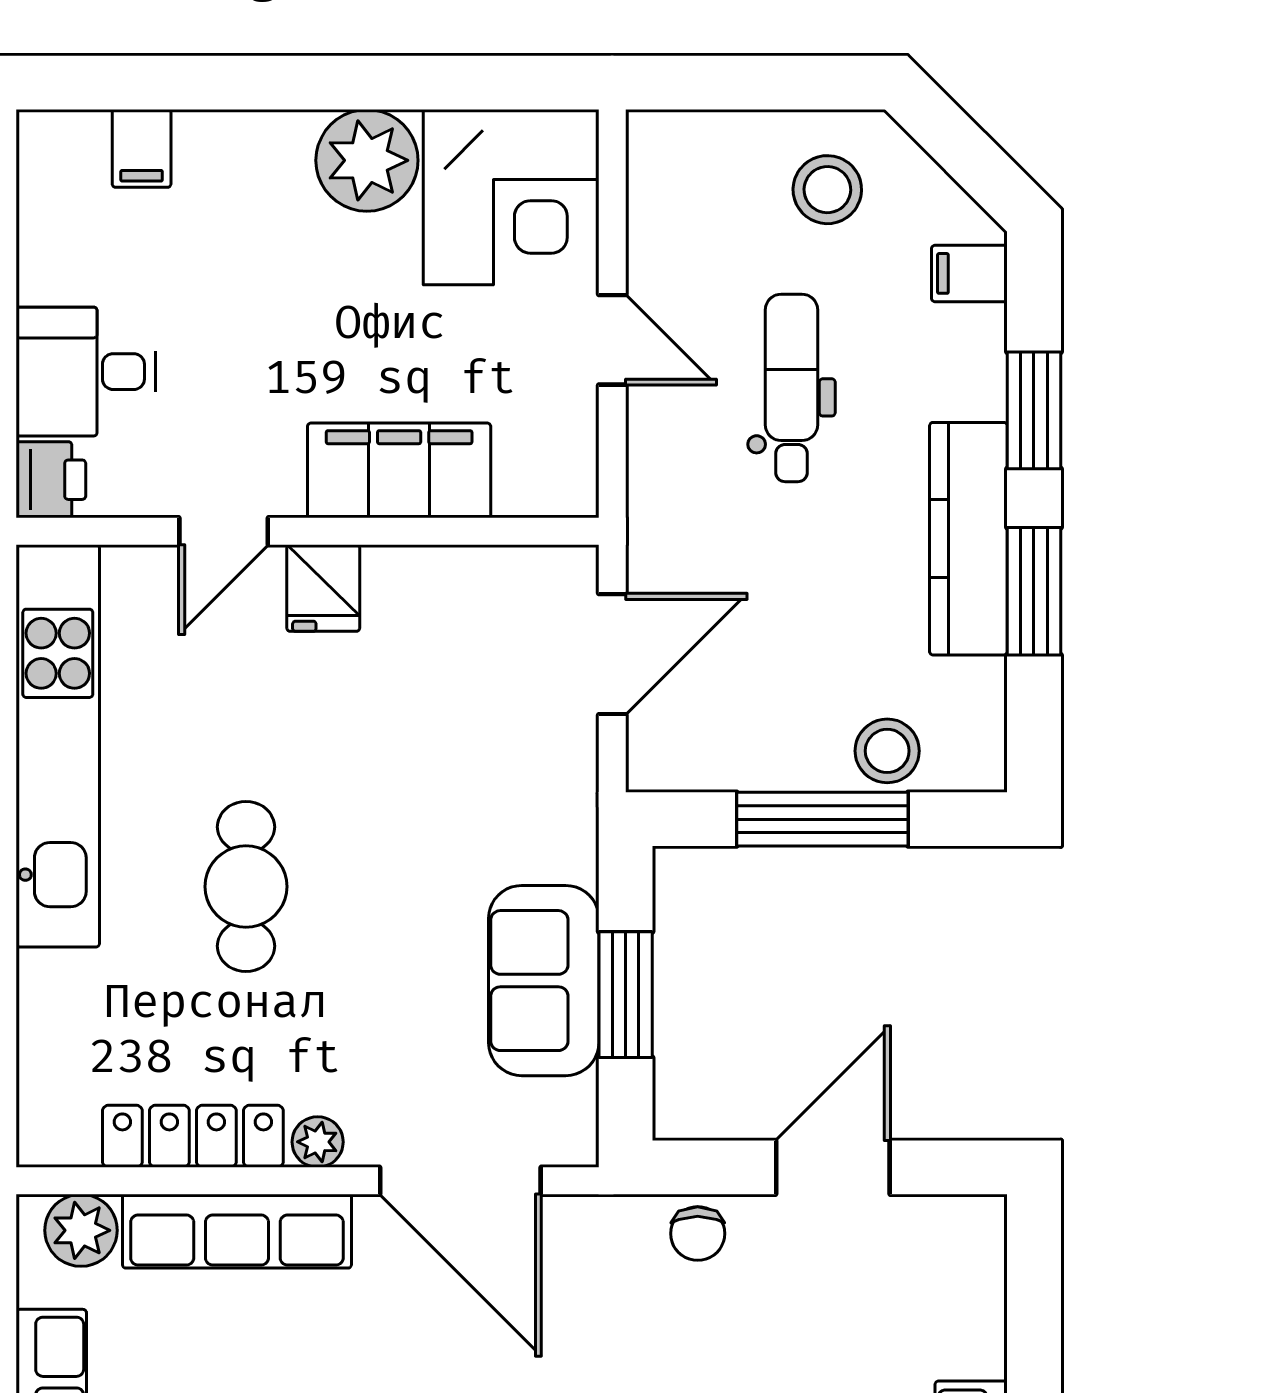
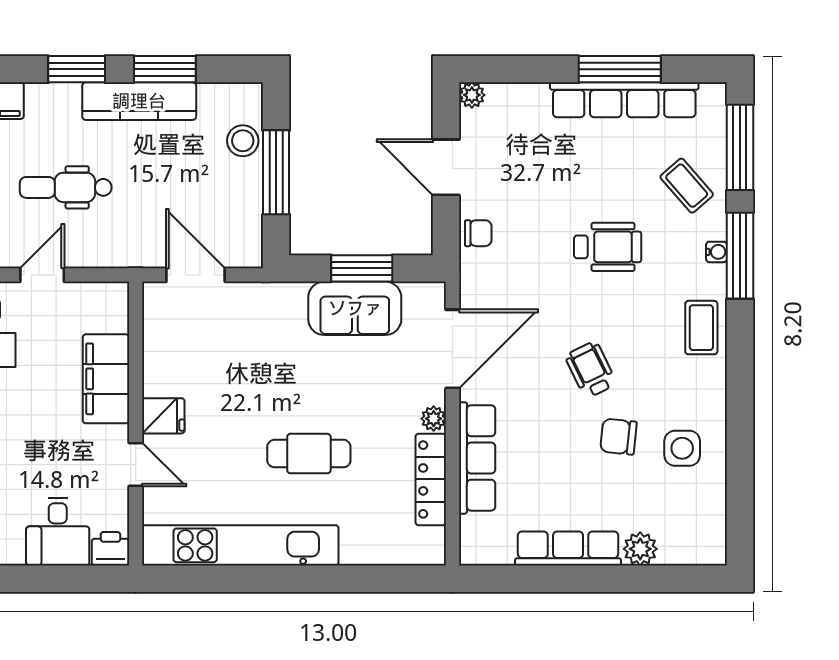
plant: (81, 1230) -> (472, 95), moved, width x0.73, depth x0.73

